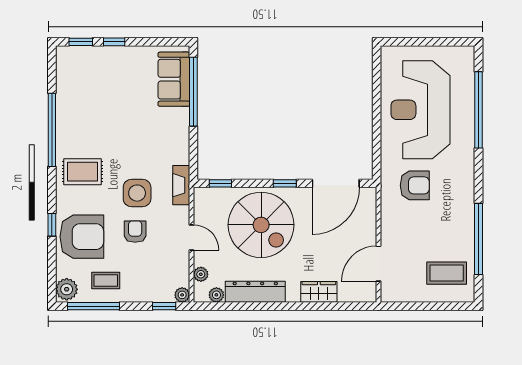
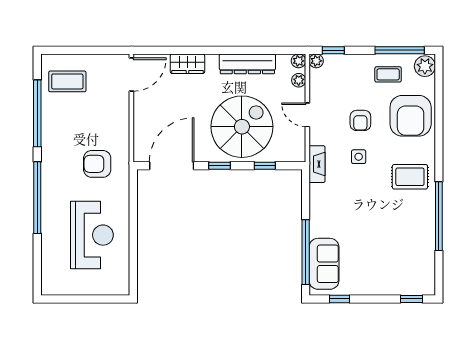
window: (114, 42) -> (340, 299), moved
reception desk: (420, 110) -> (92, 235), width x0.74, depth x0.77
window: (479, 110) -> (37, 198), moved
window: (220, 183) -> (265, 166), moved
side table: (137, 193) -> (359, 157), width x0.54, depth x0.54
window: (52, 225) -> (439, 127), removed
spiral stairs: (261, 225) -> (242, 127), turned 90
armchair: (82, 237) -> (411, 116), turned -90
door: (378, 264) -> (131, 75), moved
plant: (216, 295) -> (298, 61), moved

